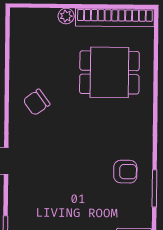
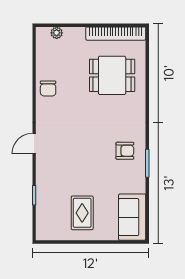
plant: (66, 16) -> (57, 33), moved
chair: (37, 102) -> (48, 88), moved, turned -54

